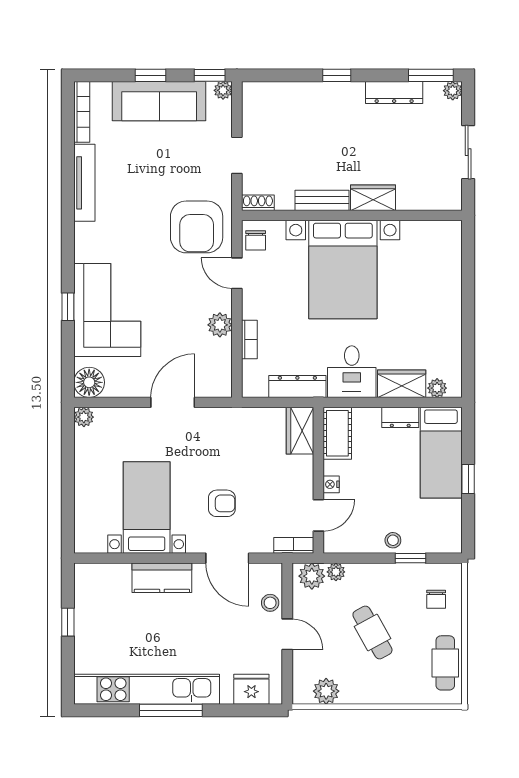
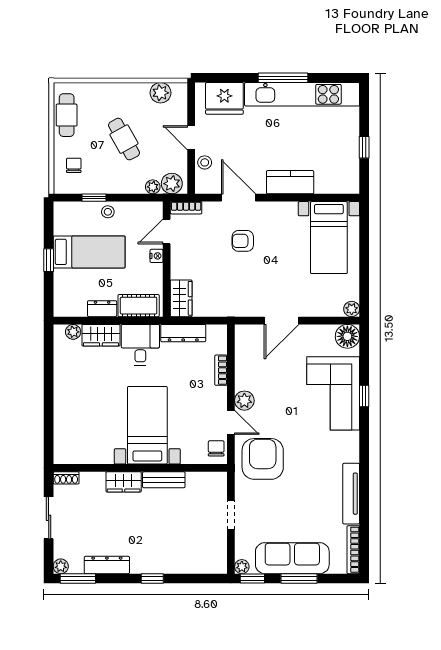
window: (150, 75) -> (299, 578), width x1.50
shoe rack: (258, 203) -> (66, 478), moved
bed with nightstands: (343, 270) -> (147, 425), width x0.73
plant: (220, 325) -> (244, 401), moved
cot: (337, 433) -> (139, 306), moved, turned 90
bed: (441, 453) -> (89, 252), moved, turned 90
bed with nightstands: (147, 508) -> (329, 238), moved
fridge: (251, 689) -> (224, 98), width x1.36, depth x1.34

